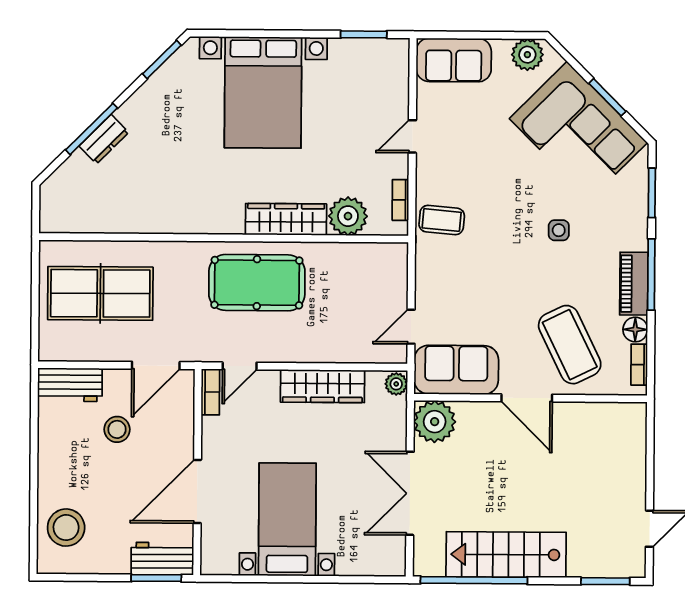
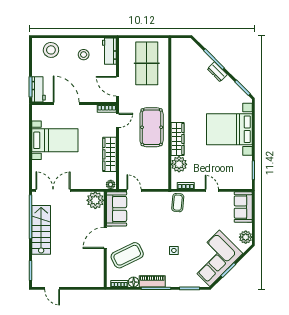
dresser: (104, 139) -> (217, 72), moved
door: (240, 366) -> (117, 120), swing flipped
stool: (117, 429) -> (84, 55), moved
double door: (410, 493) -> (53, 190), moved

